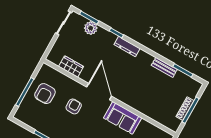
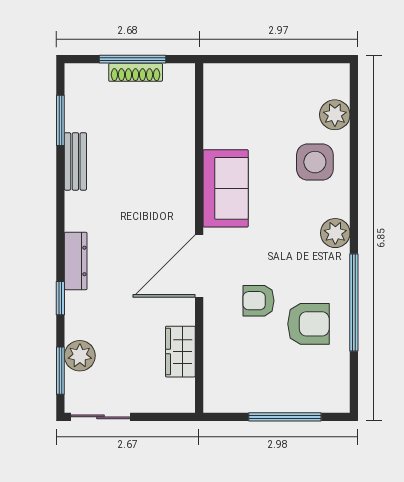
armchair: (45, 94) -> (308, 324), moved

